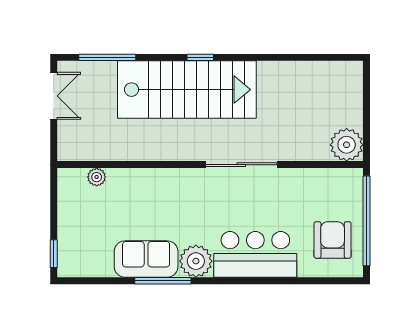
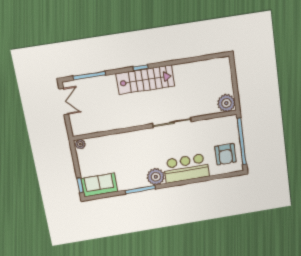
stairs: (187, 90) -> (145, 80), width x0.73, depth x0.66
plant: (97, 177) -> (80, 144), moved
armchair: (333, 240) -> (225, 154), turned 180
sofa: (146, 259) -> (99, 185), moved

